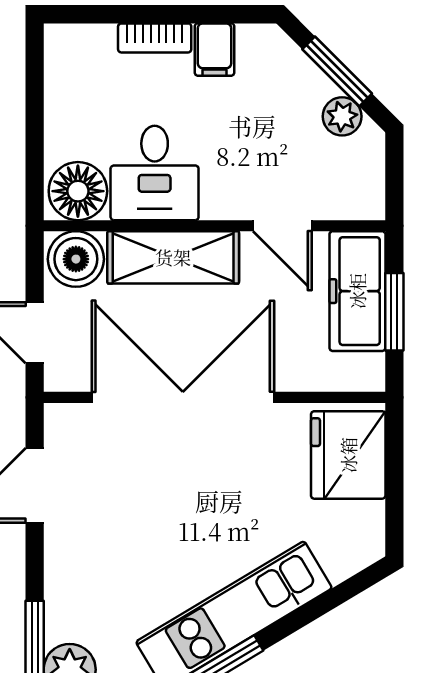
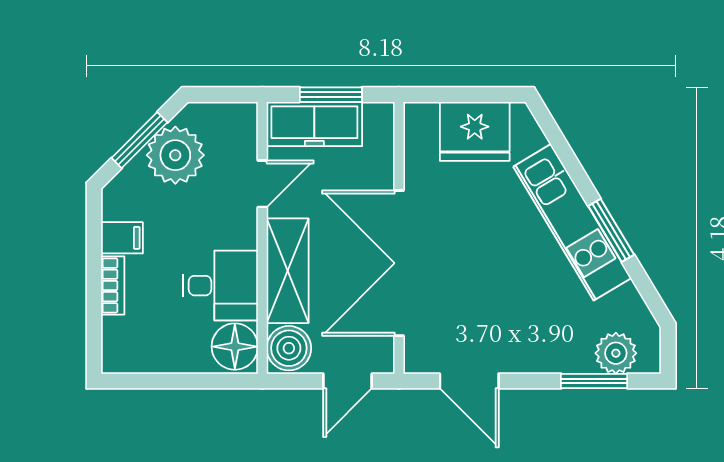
plant: (342, 116) -> (175, 155), width x1.88, depth x1.88
fridge: (348, 455) -> (475, 131), moved

